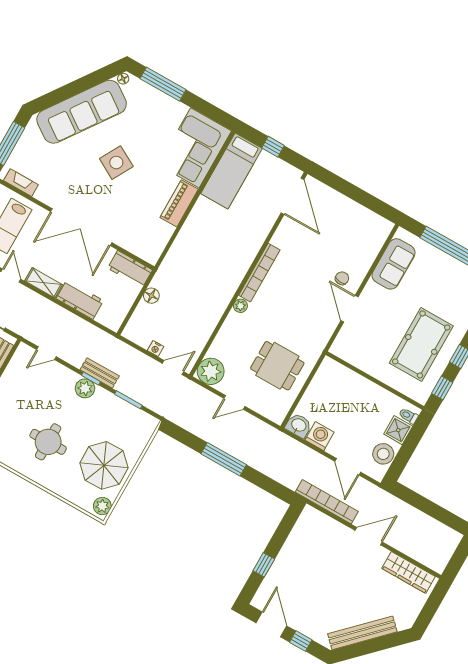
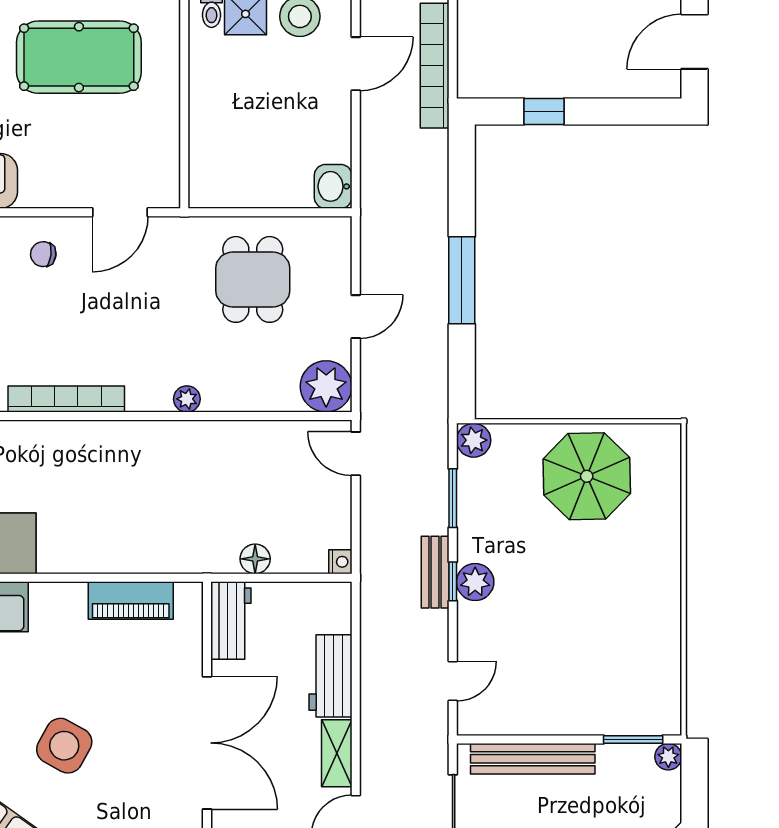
piano: (179, 203) -> (131, 601), moved
bookcase: (259, 273) -> (66, 399), moved
door: (349, 309) -> (120, 212), moved
nightstand: (156, 349) -> (340, 562), moved
door: (46, 353) -> (453, 681), hinge flipped
door: (234, 402) -> (356, 317), hinge flipped
washing machine: (320, 436) -> (331, 141), removed
round table: (48, 442) -> (601, 593), removed
plant: (102, 506) -> (474, 440), moved
window: (264, 565) -> (544, 111), moved

